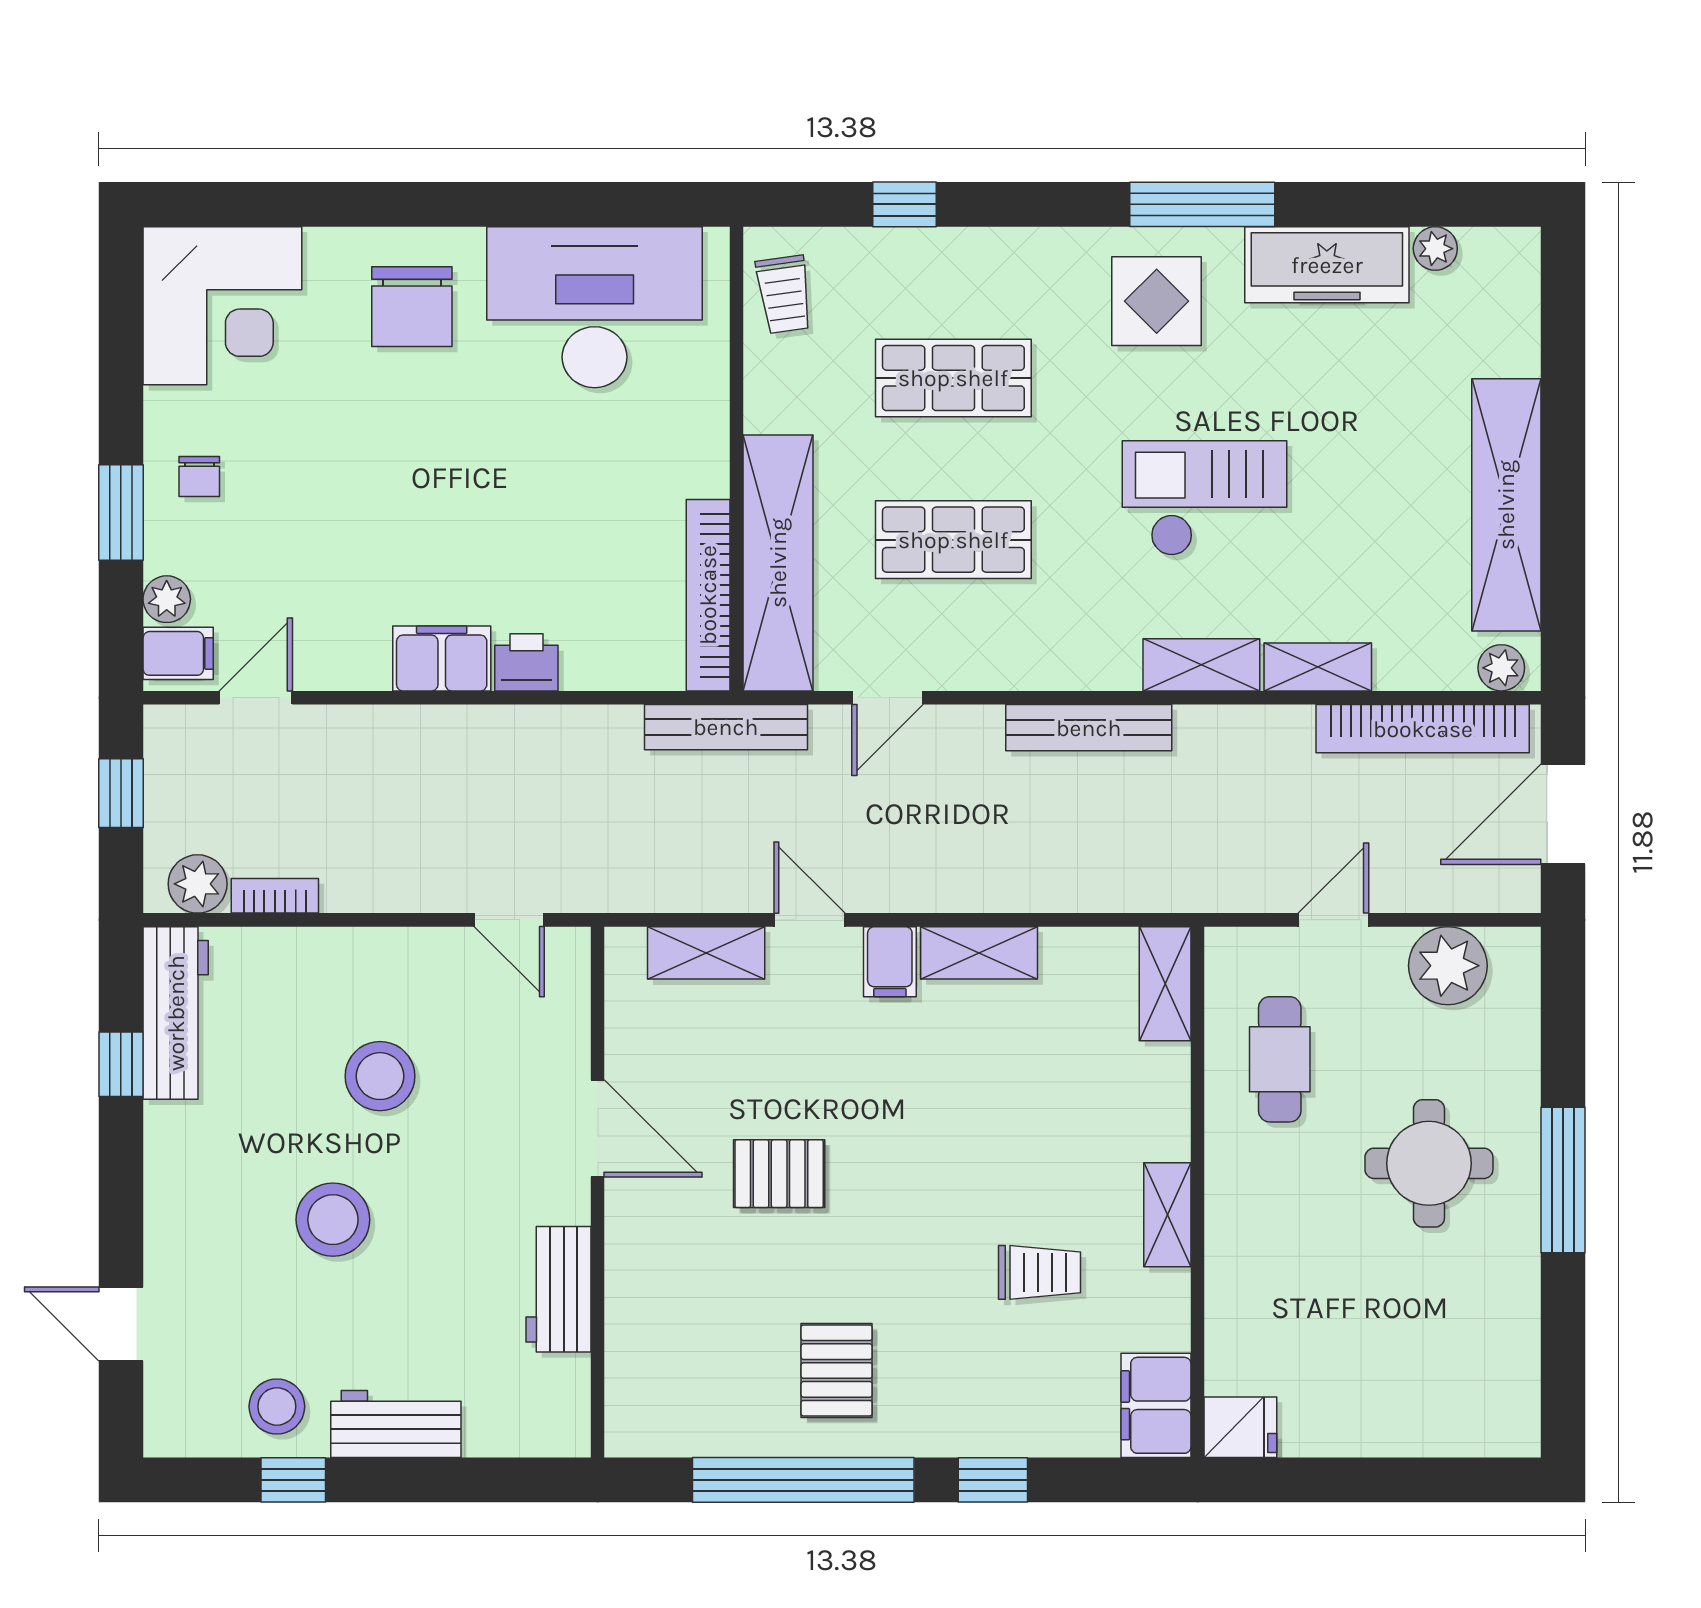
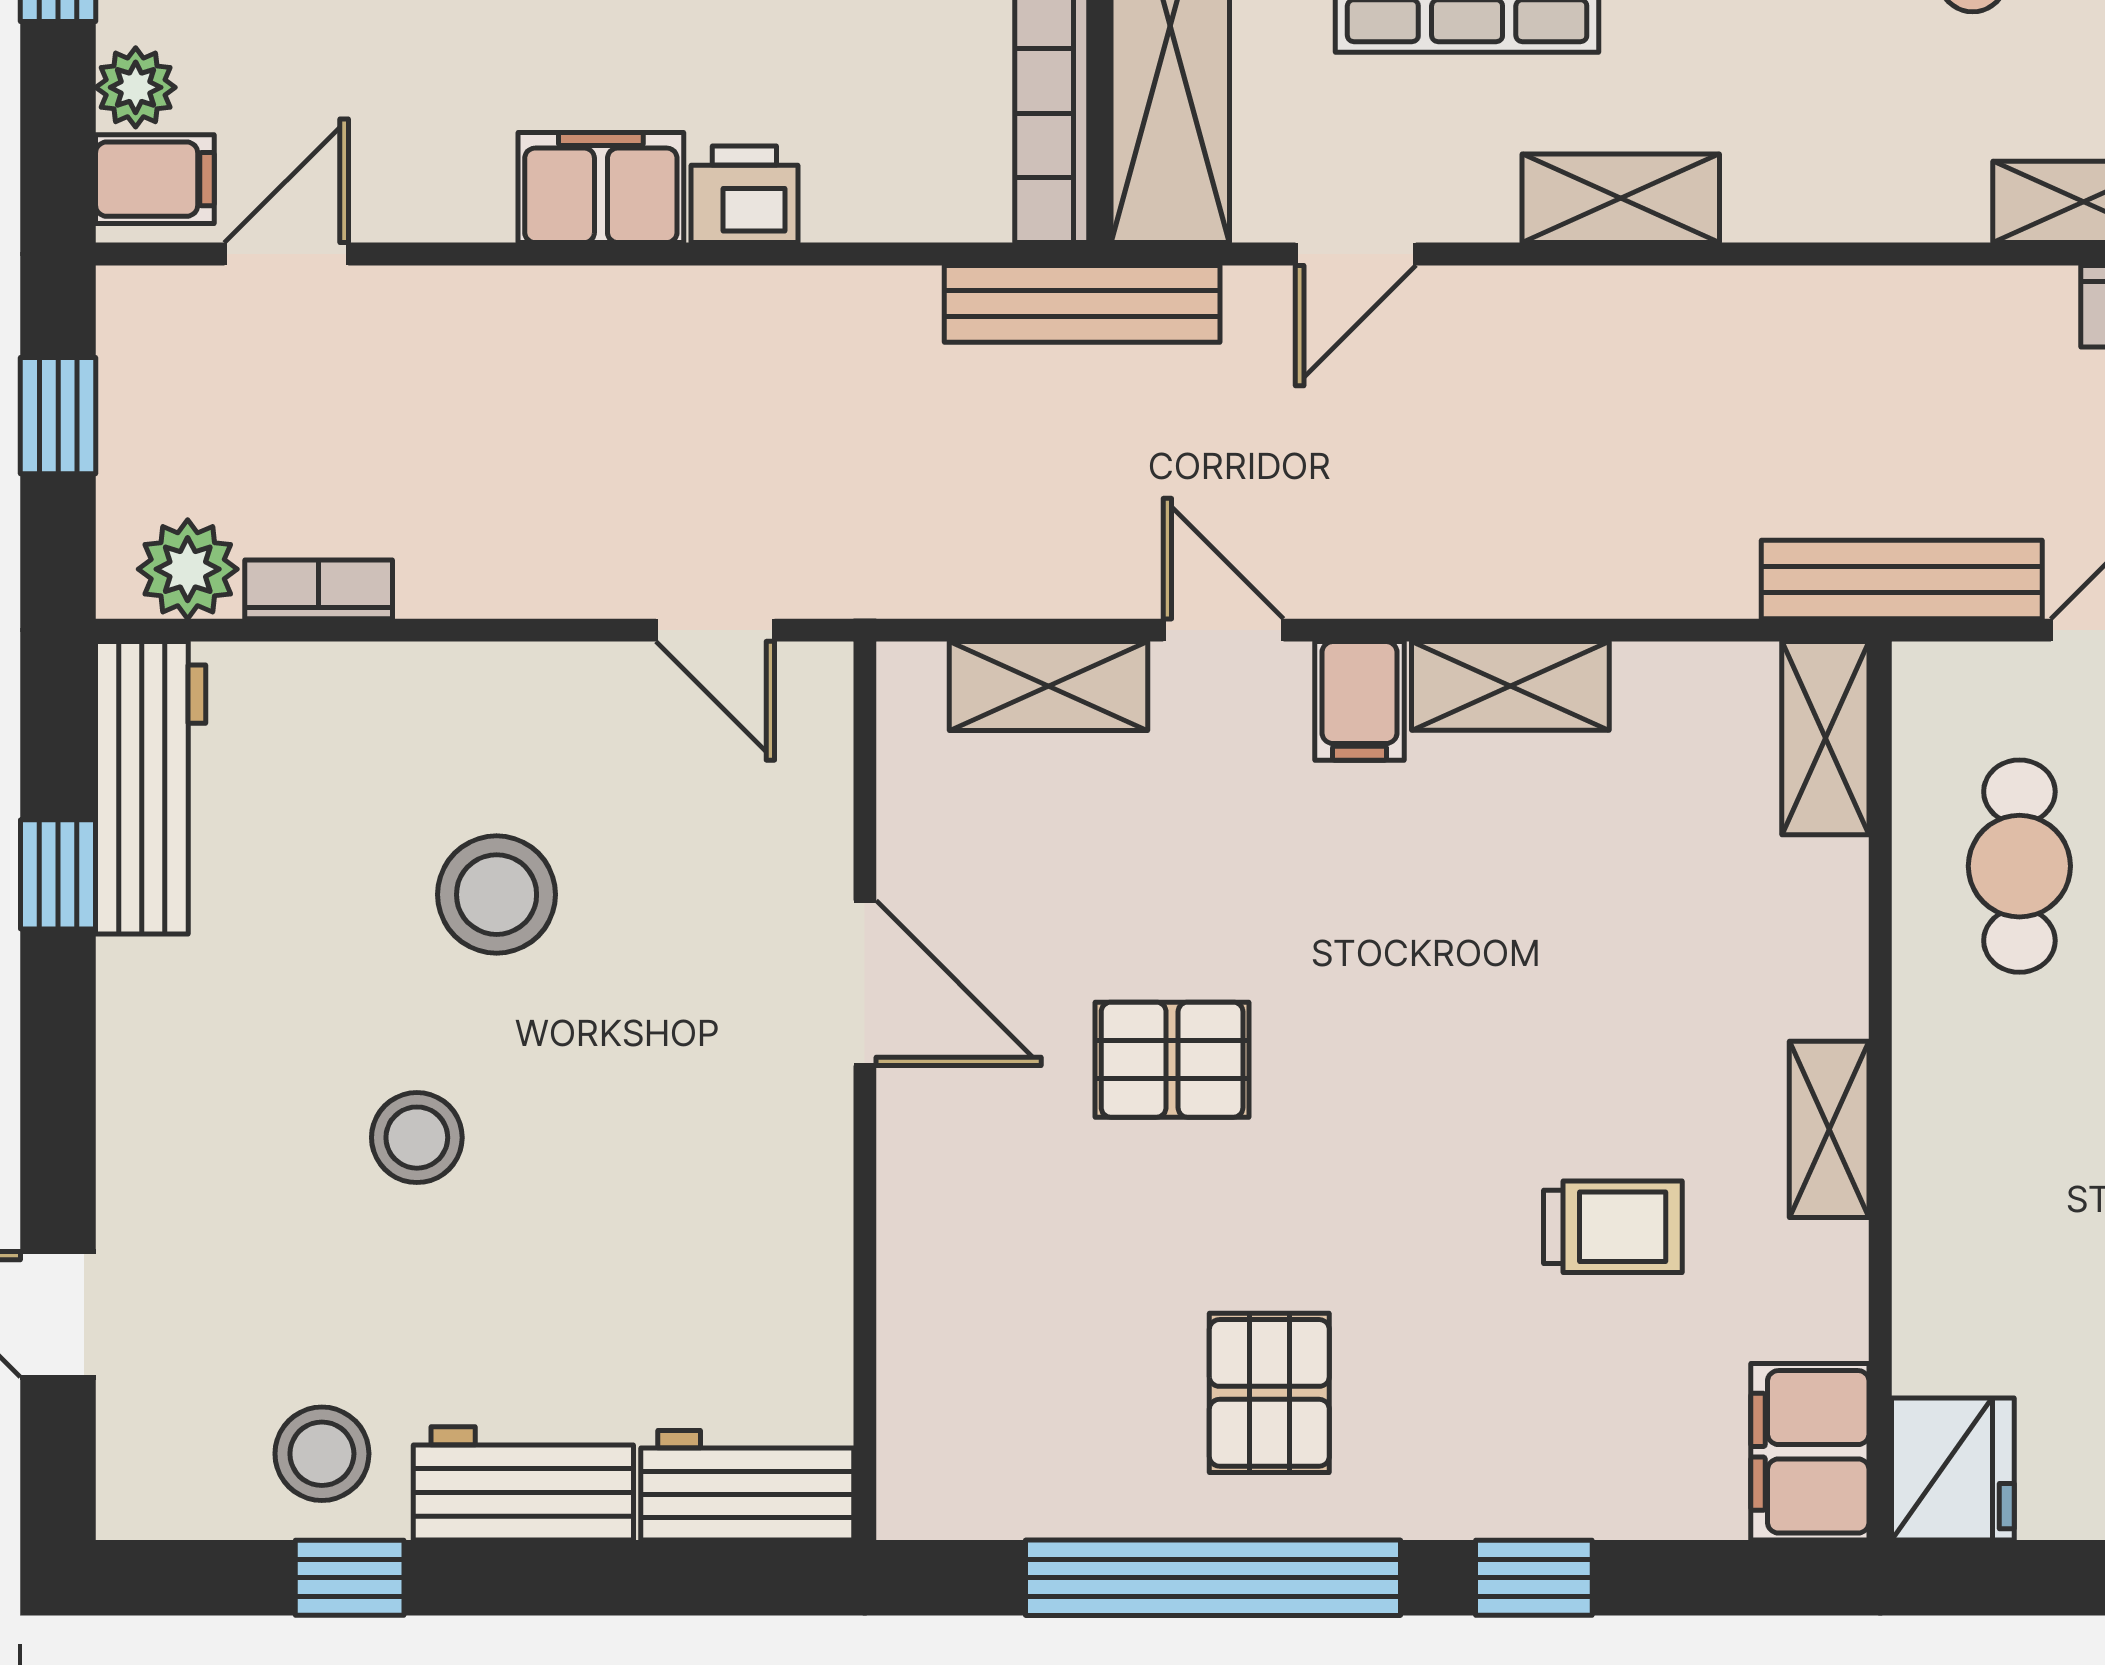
shelving: (1201, 665) -> (1621, 198), moved
bench: (1089, 728) -> (1902, 580), moved
stool: (333, 1220) -> (417, 1138), width x0.73, depth x0.73
workbench: (558, 1289) -> (747, 1485), moved, turned 90
fridge: (1240, 1427) -> (1953, 1469), width x1.38

